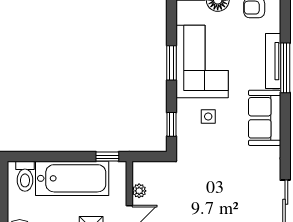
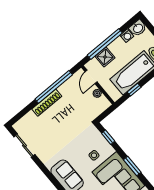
window: (107, 157) -> (134, 90), moved

